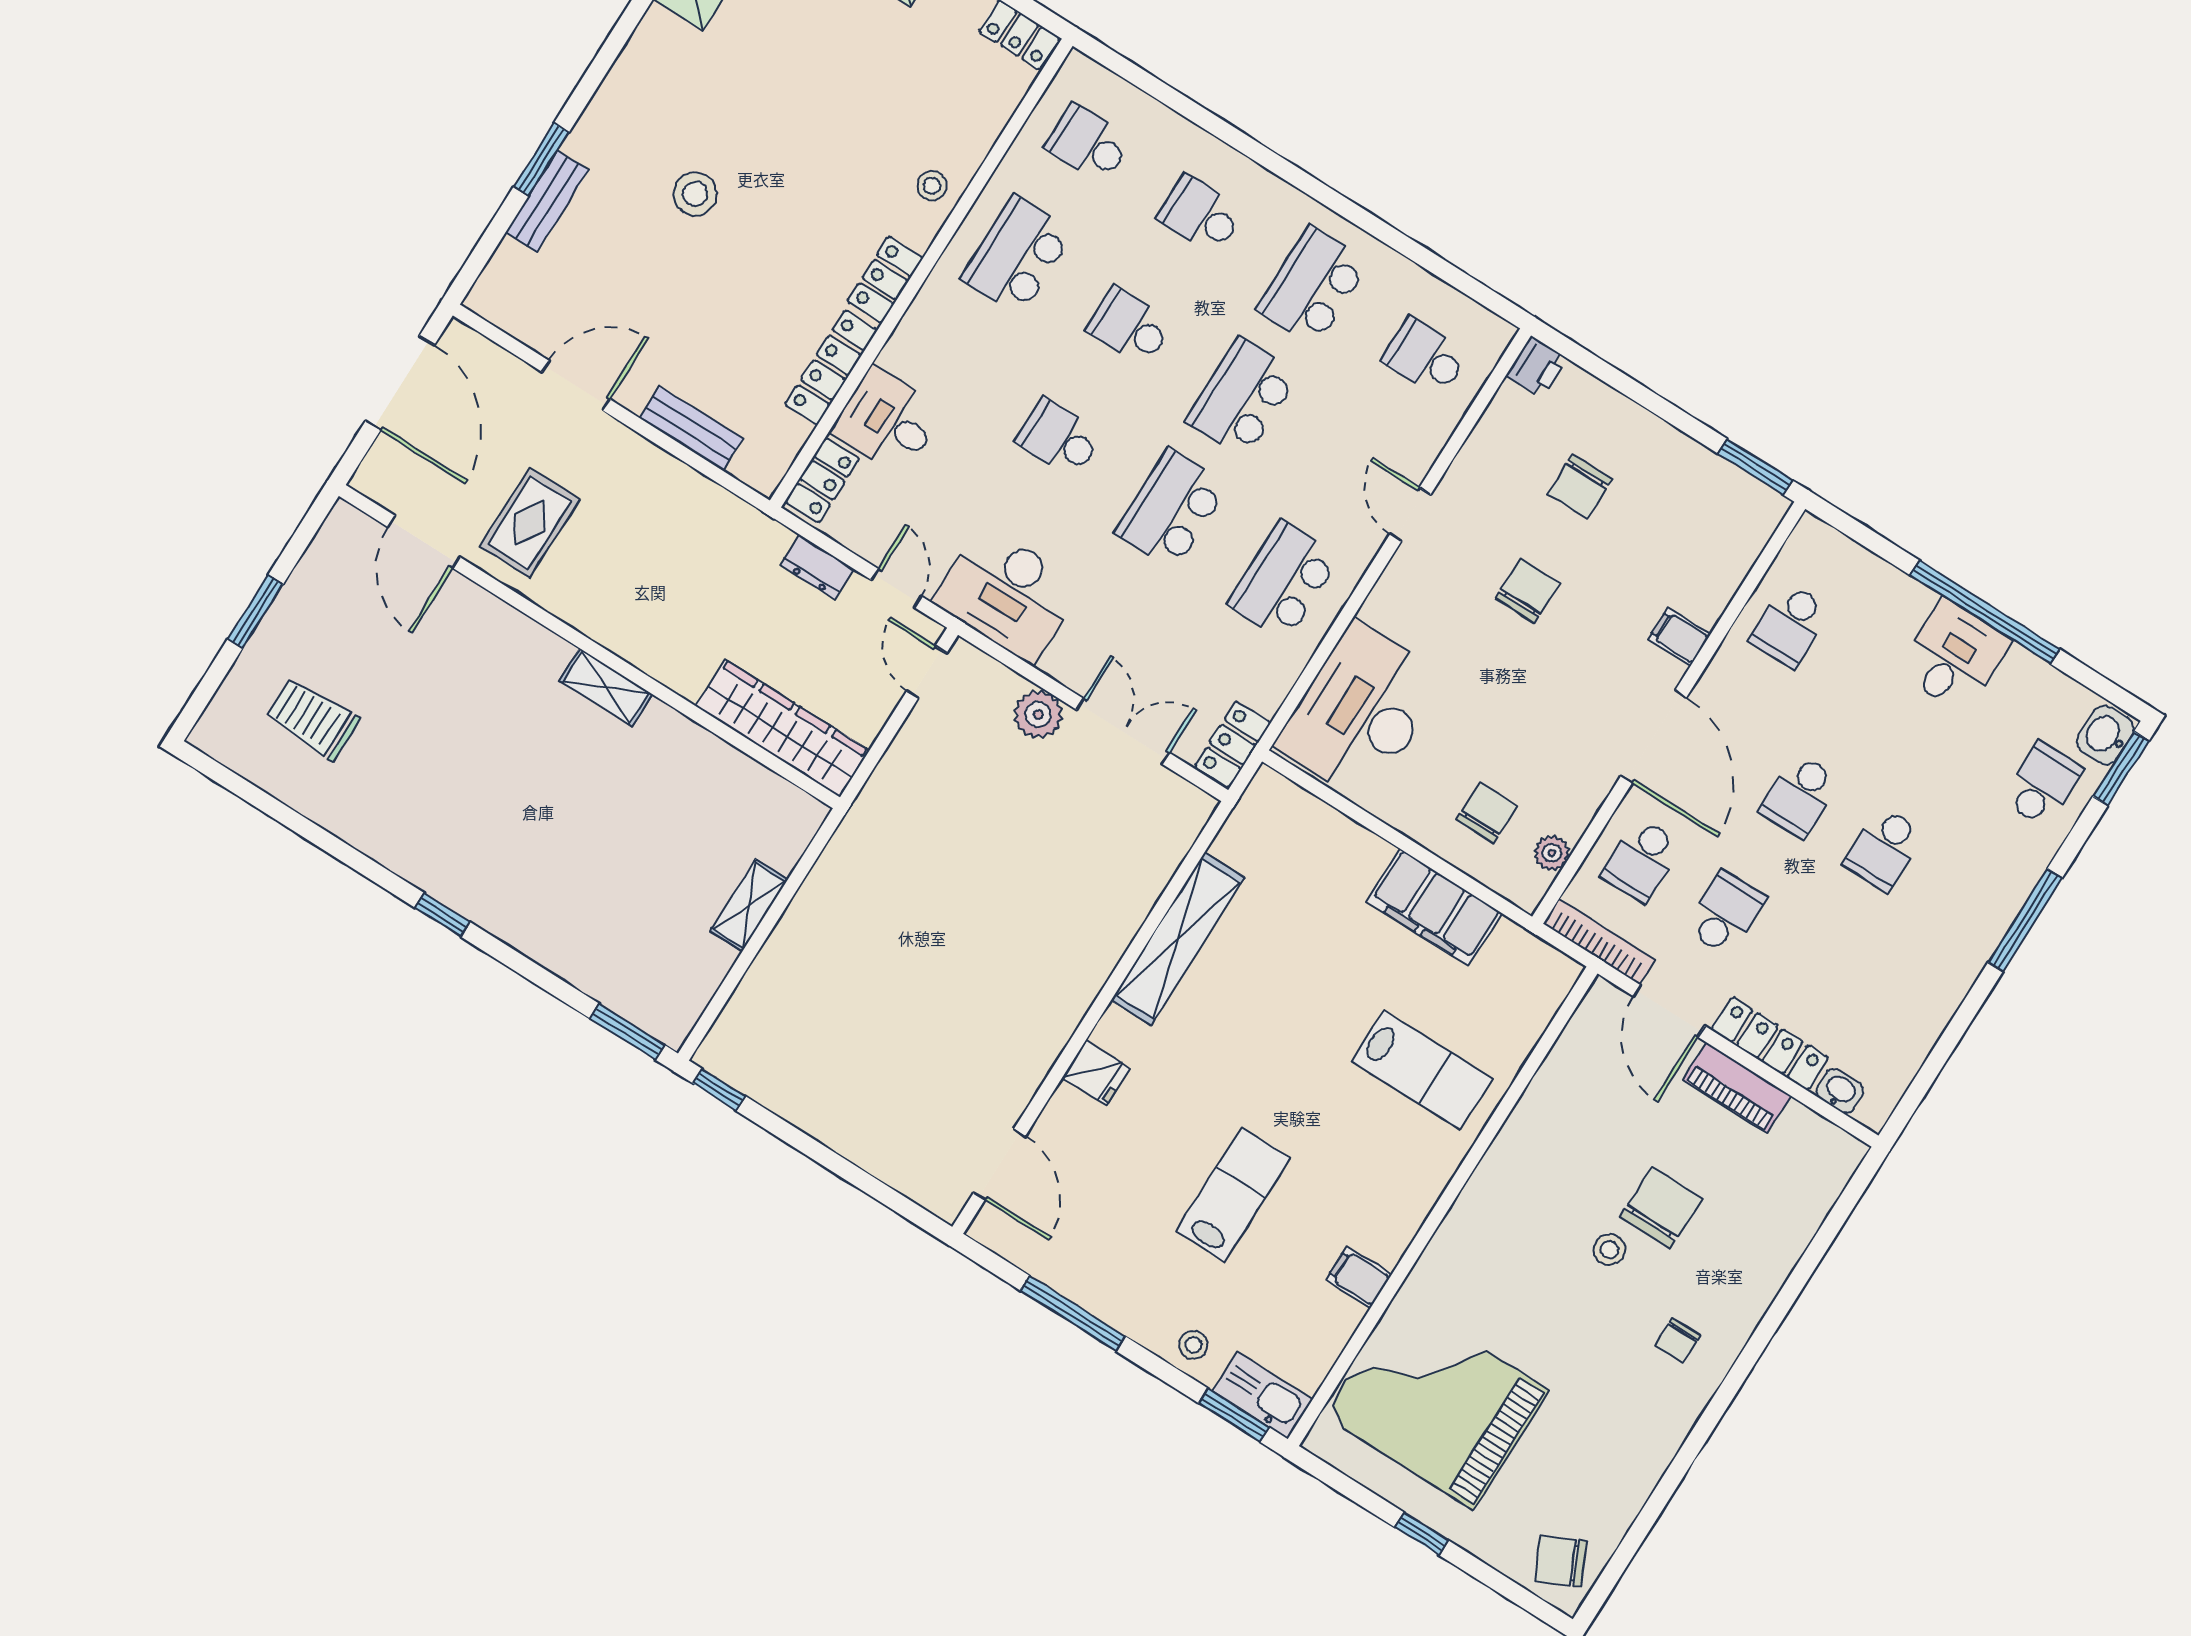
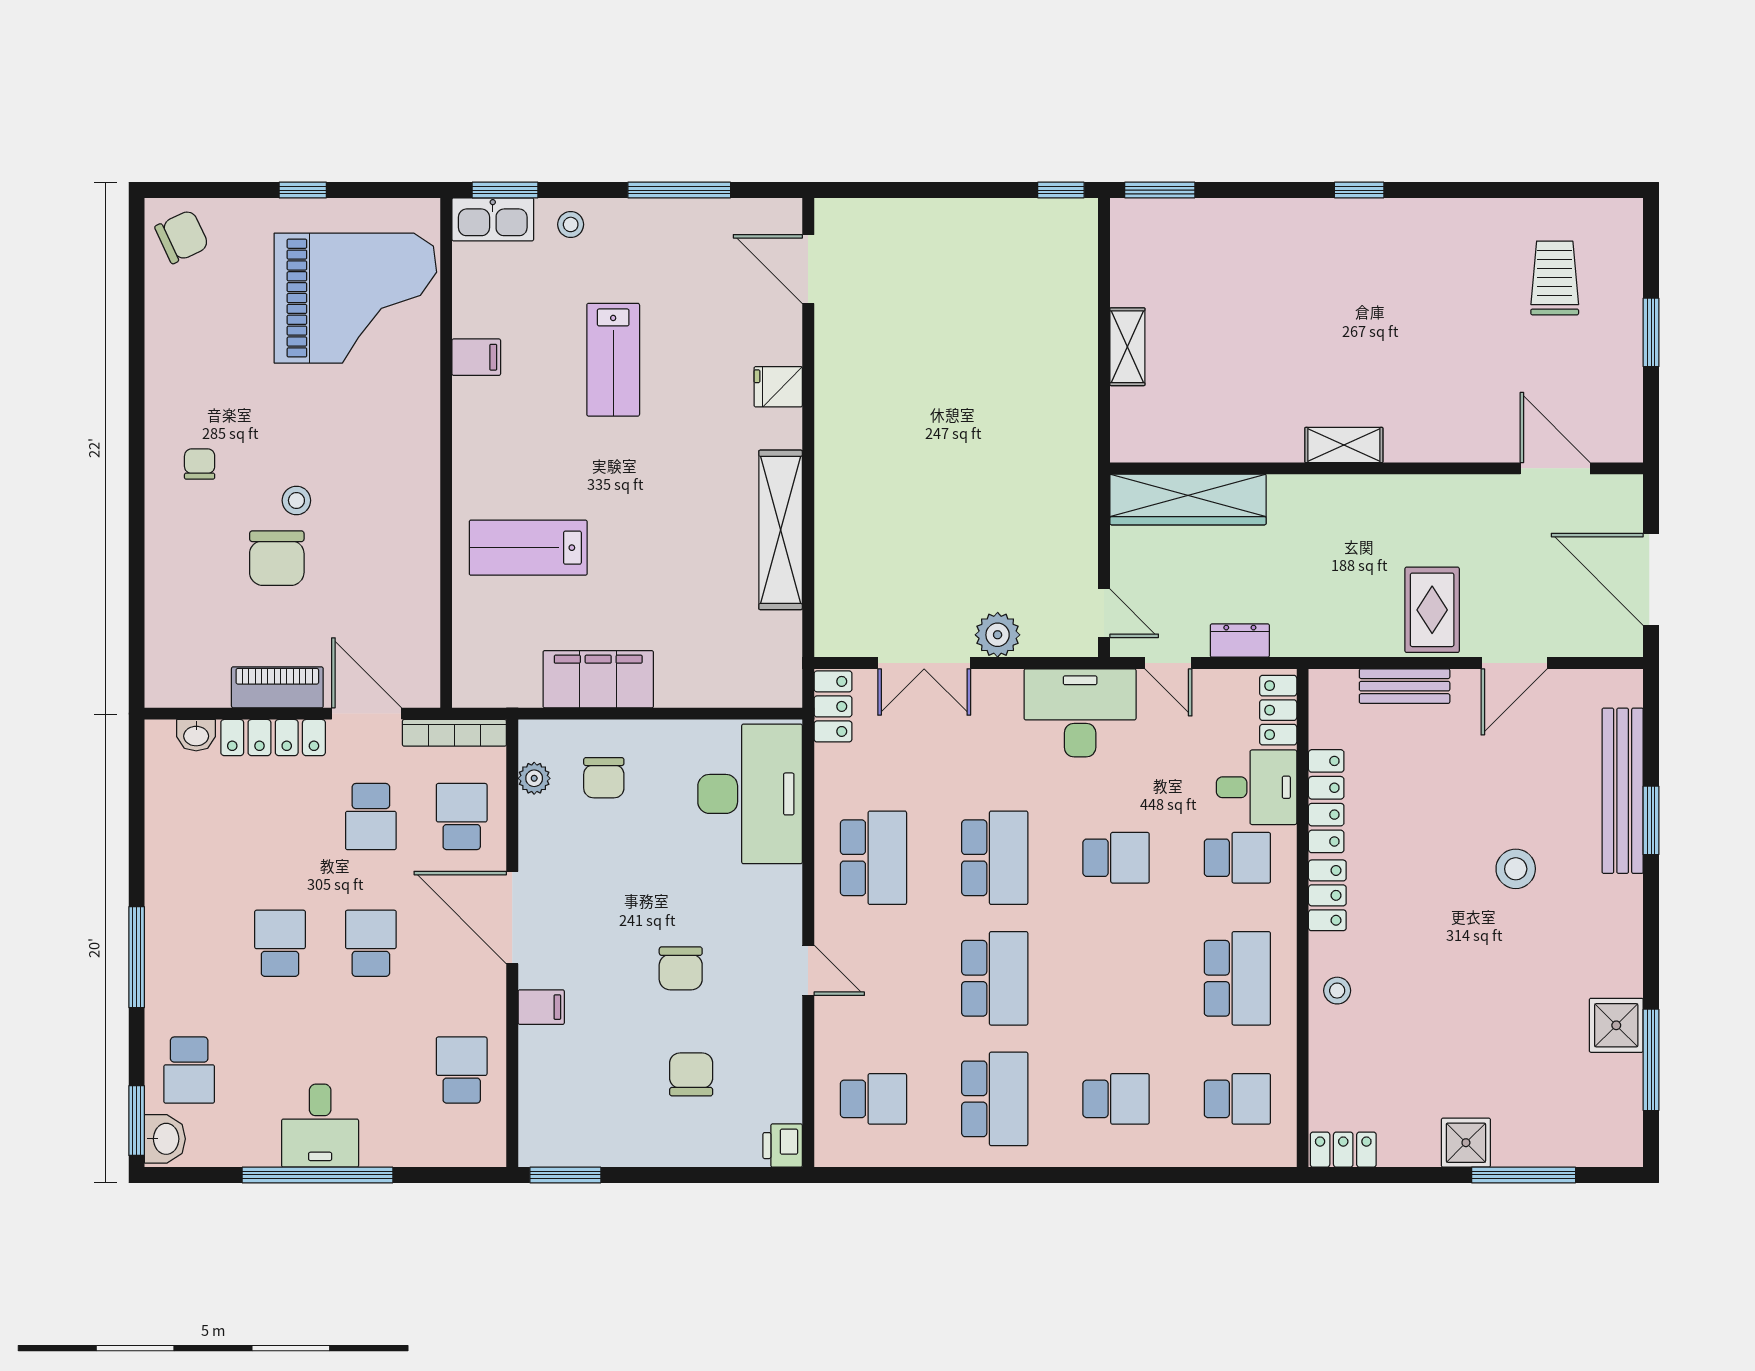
bench: (547, 201) -> (1623, 791), width x1.86, depth x1.21
school desk: (1130, 327) -> (1237, 858), moved
rug: (530, 523) -> (1432, 610), moved
trolley: (313, 719) -> (1555, 278), turned -90

